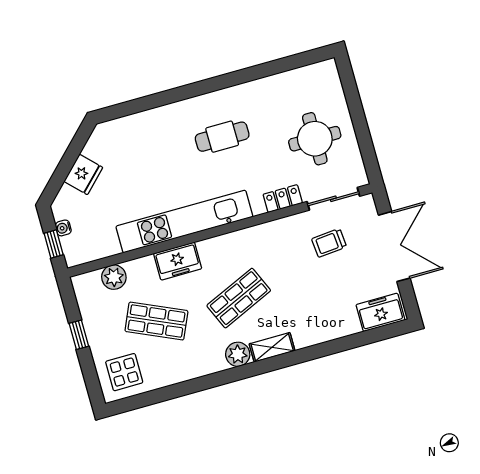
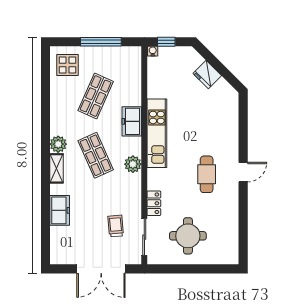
door: (205, 87) -> (243, 172), added
kitchen unit: (184, 222) -> (157, 133), width x0.73
water cooler: (63, 228) -> (153, 51), moved
plant: (114, 277) -> (133, 164), moved
freezer: (380, 312) -> (60, 210), moved
window: (79, 335) -> (101, 42), width x2.17

